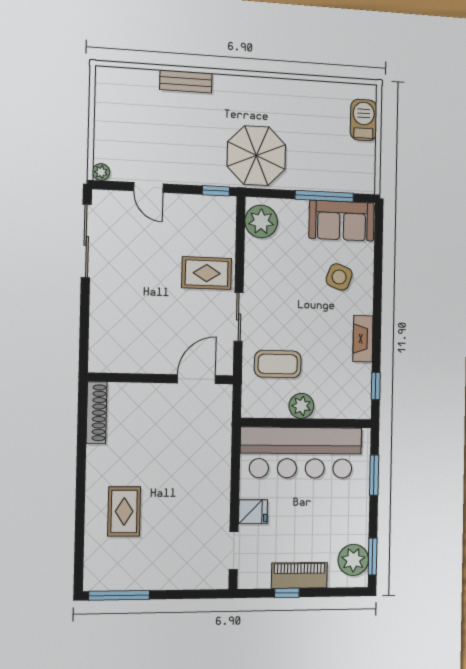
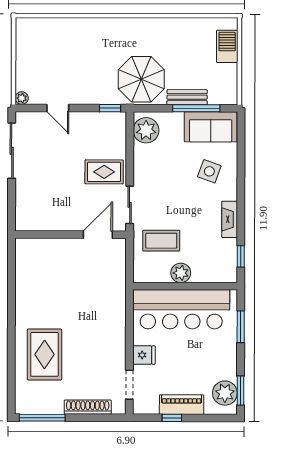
bench: (186, 81) -> (187, 97), moved
wall: (161, 378) -> (71, 235), moved
door: (196, 379) -> (98, 235), moved
shoe rack: (96, 413) -> (88, 407), moved, turned -90
rug: (124, 511) -> (44, 354), width x1.36, depth x1.43

